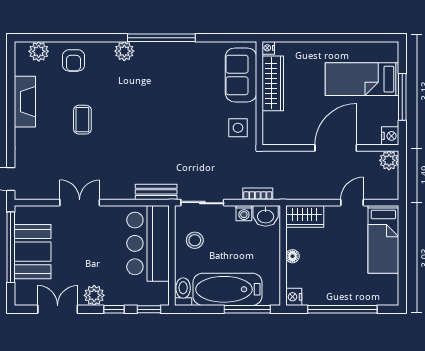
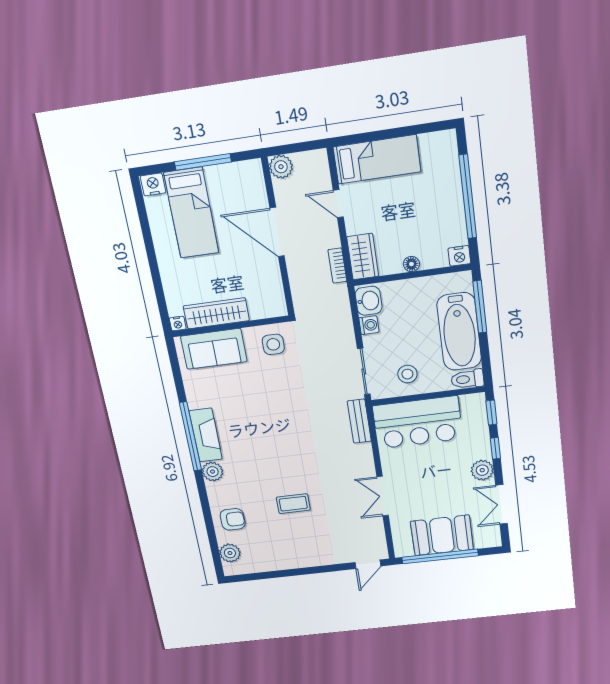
fireplace: (25, 102) -> (206, 435), moved, turned 90
nightstand: (390, 136) -> (153, 184), moved
bookcase: (258, 194) -> (337, 266), moved

